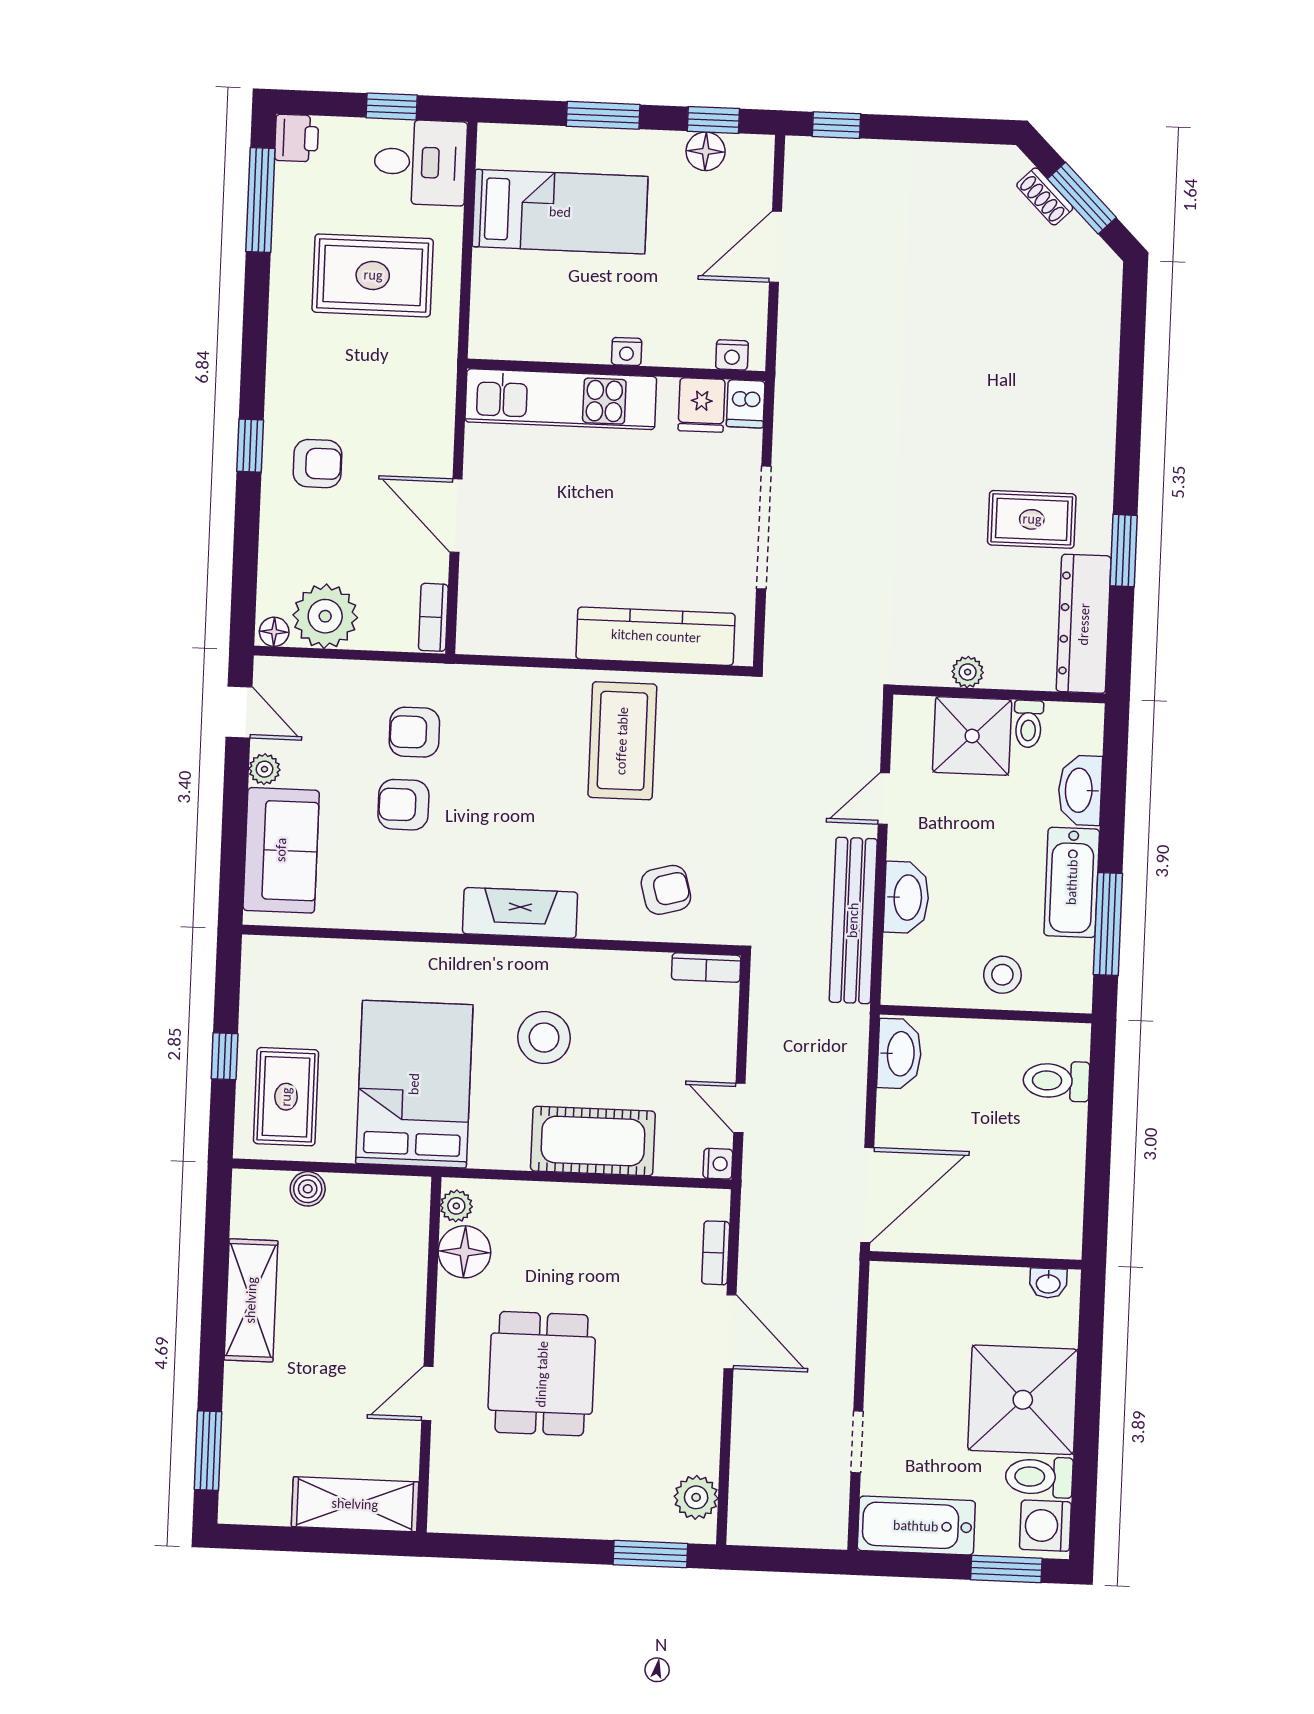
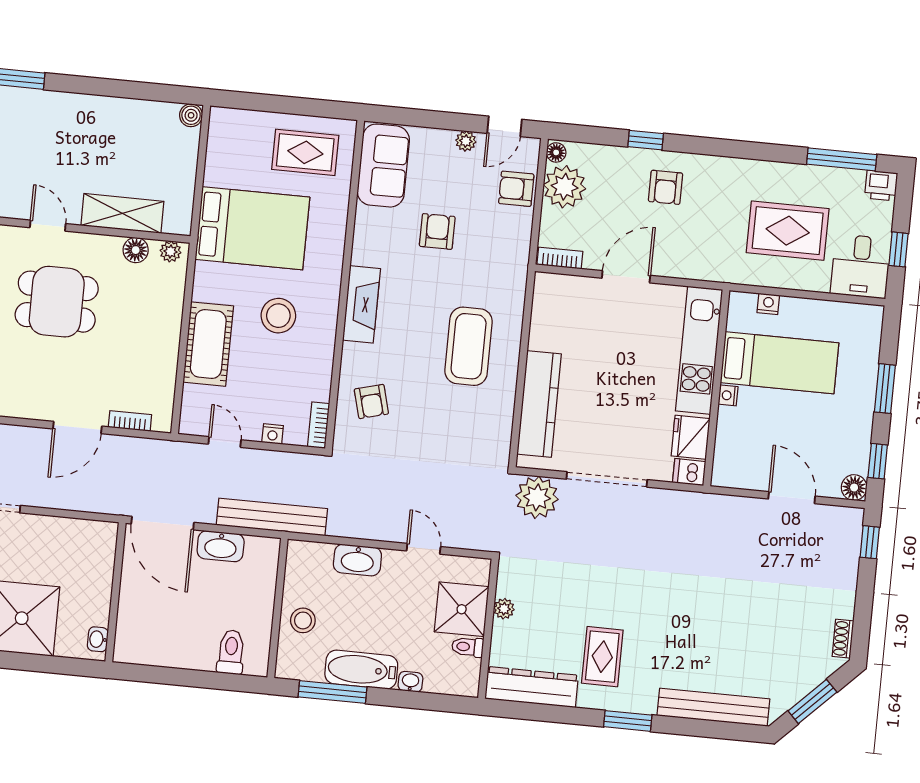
floor lamp: (706, 151) -> (854, 488), moved
shoe rack: (1045, 196) -> (843, 639), moved, turned -45
bed: (560, 212) -> (779, 363), moved, turned -90
rug: (373, 275) -> (788, 231), turned 90
bench: (1099, 347) -> (713, 707), added
nightstand: (732, 355) -> (768, 304), moved, turned 90
fridge: (702, 405) -> (691, 437), width x1.38
window: (250, 446) -> (646, 140), moved
window: (1124, 551) -> (628, 721), moved
plant: (797, 632) -> (537, 497), added
armchair: (414, 732) -> (516, 189), moved, turned -90
coffee table: (622, 741) -> (469, 346), moved, turned 90
washbasin: (1080, 790) -> (410, 682), width x0.52, depth x0.69
sofa: (281, 850) -> (383, 166), moved, turned -90
bench: (853, 920) -> (272, 517), moved
washbasin: (899, 1054) -> (221, 546), moved
window: (225, 1056) -> (278, 104), removed
rug: (286, 1097) -> (305, 152), moved
door: (739, 1108) -> (225, 442), hinge flipped
nightstand: (718, 1164) -> (273, 434), moved
boiler: (308, 1189) -> (191, 115), moved
floor lamp: (464, 1252) -> (136, 250), width x0.73, depth x0.73
shelving: (251, 1300) -> (122, 213), moved

